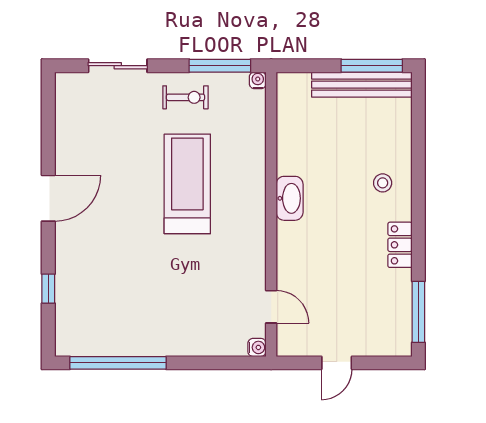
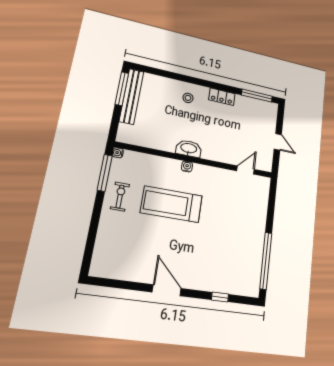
sliding door: (118, 66) -> (92, 235), removed
water cooler: (257, 347) -> (187, 167), moved

